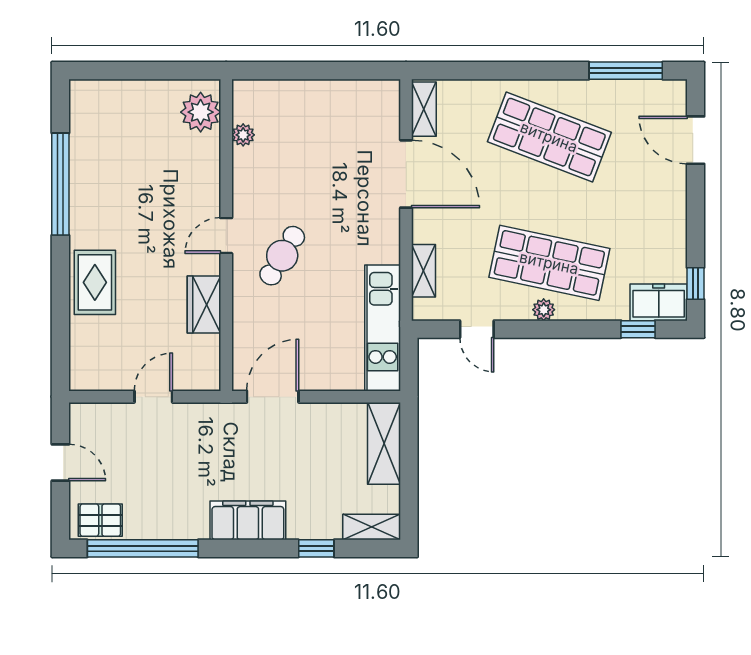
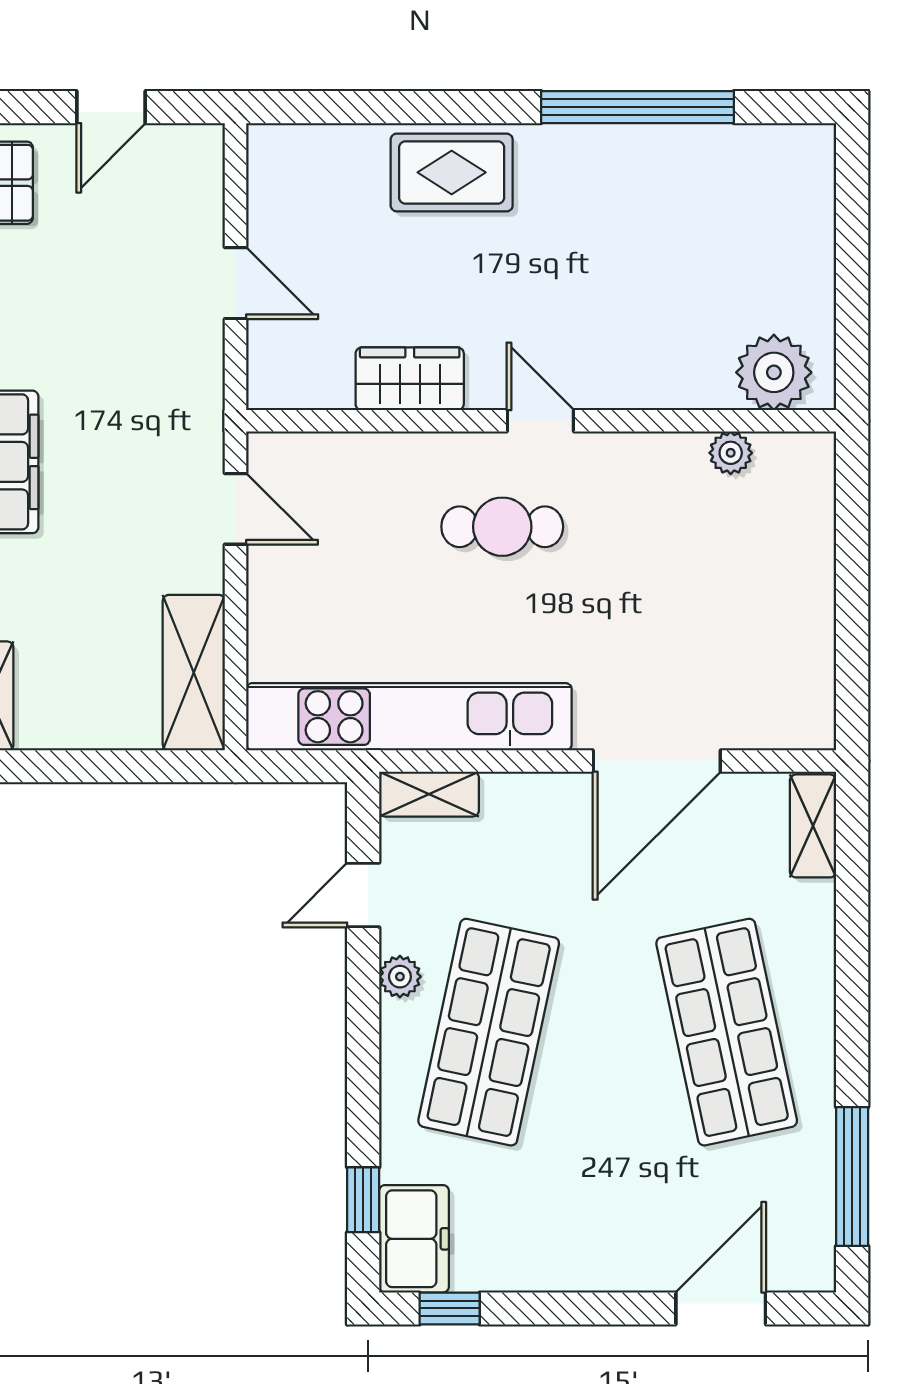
shelving: (424, 109) -> (813, 826), moved, turned 90
shop shelf: (549, 137) -> (727, 1032), turned -33
cafe table: (282, 256) -> (502, 527), turned -31
shelving: (424, 271) -> (429, 794), moved
plant: (544, 310) -> (400, 977), moved
kitchen unit: (383, 328) -> (409, 717), width x1.36
door: (273, 397) -> (236, 509), width x0.73
shelving: (384, 443) -> (194, 673), moved, turned 90

